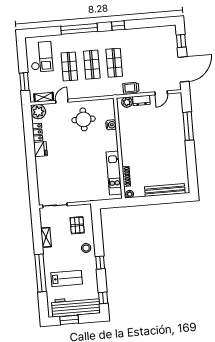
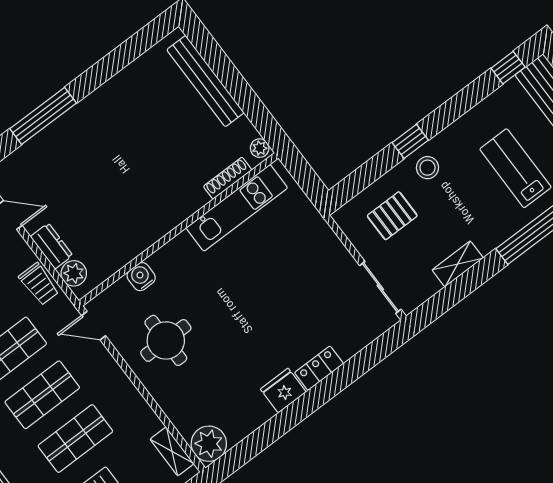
door: (62, 101) -> (94, 326), moved
locker: (37, 132) -> (319, 368), moved
window: (100, 263) -> (410, 141), moved

